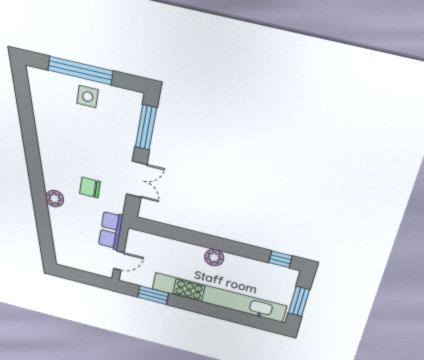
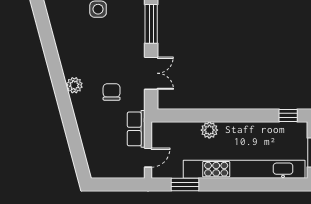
chair: (90, 188) -> (112, 92), turned 90
plant: (55, 199) -> (74, 85), moved
plant: (214, 258) -> (209, 130), moved

